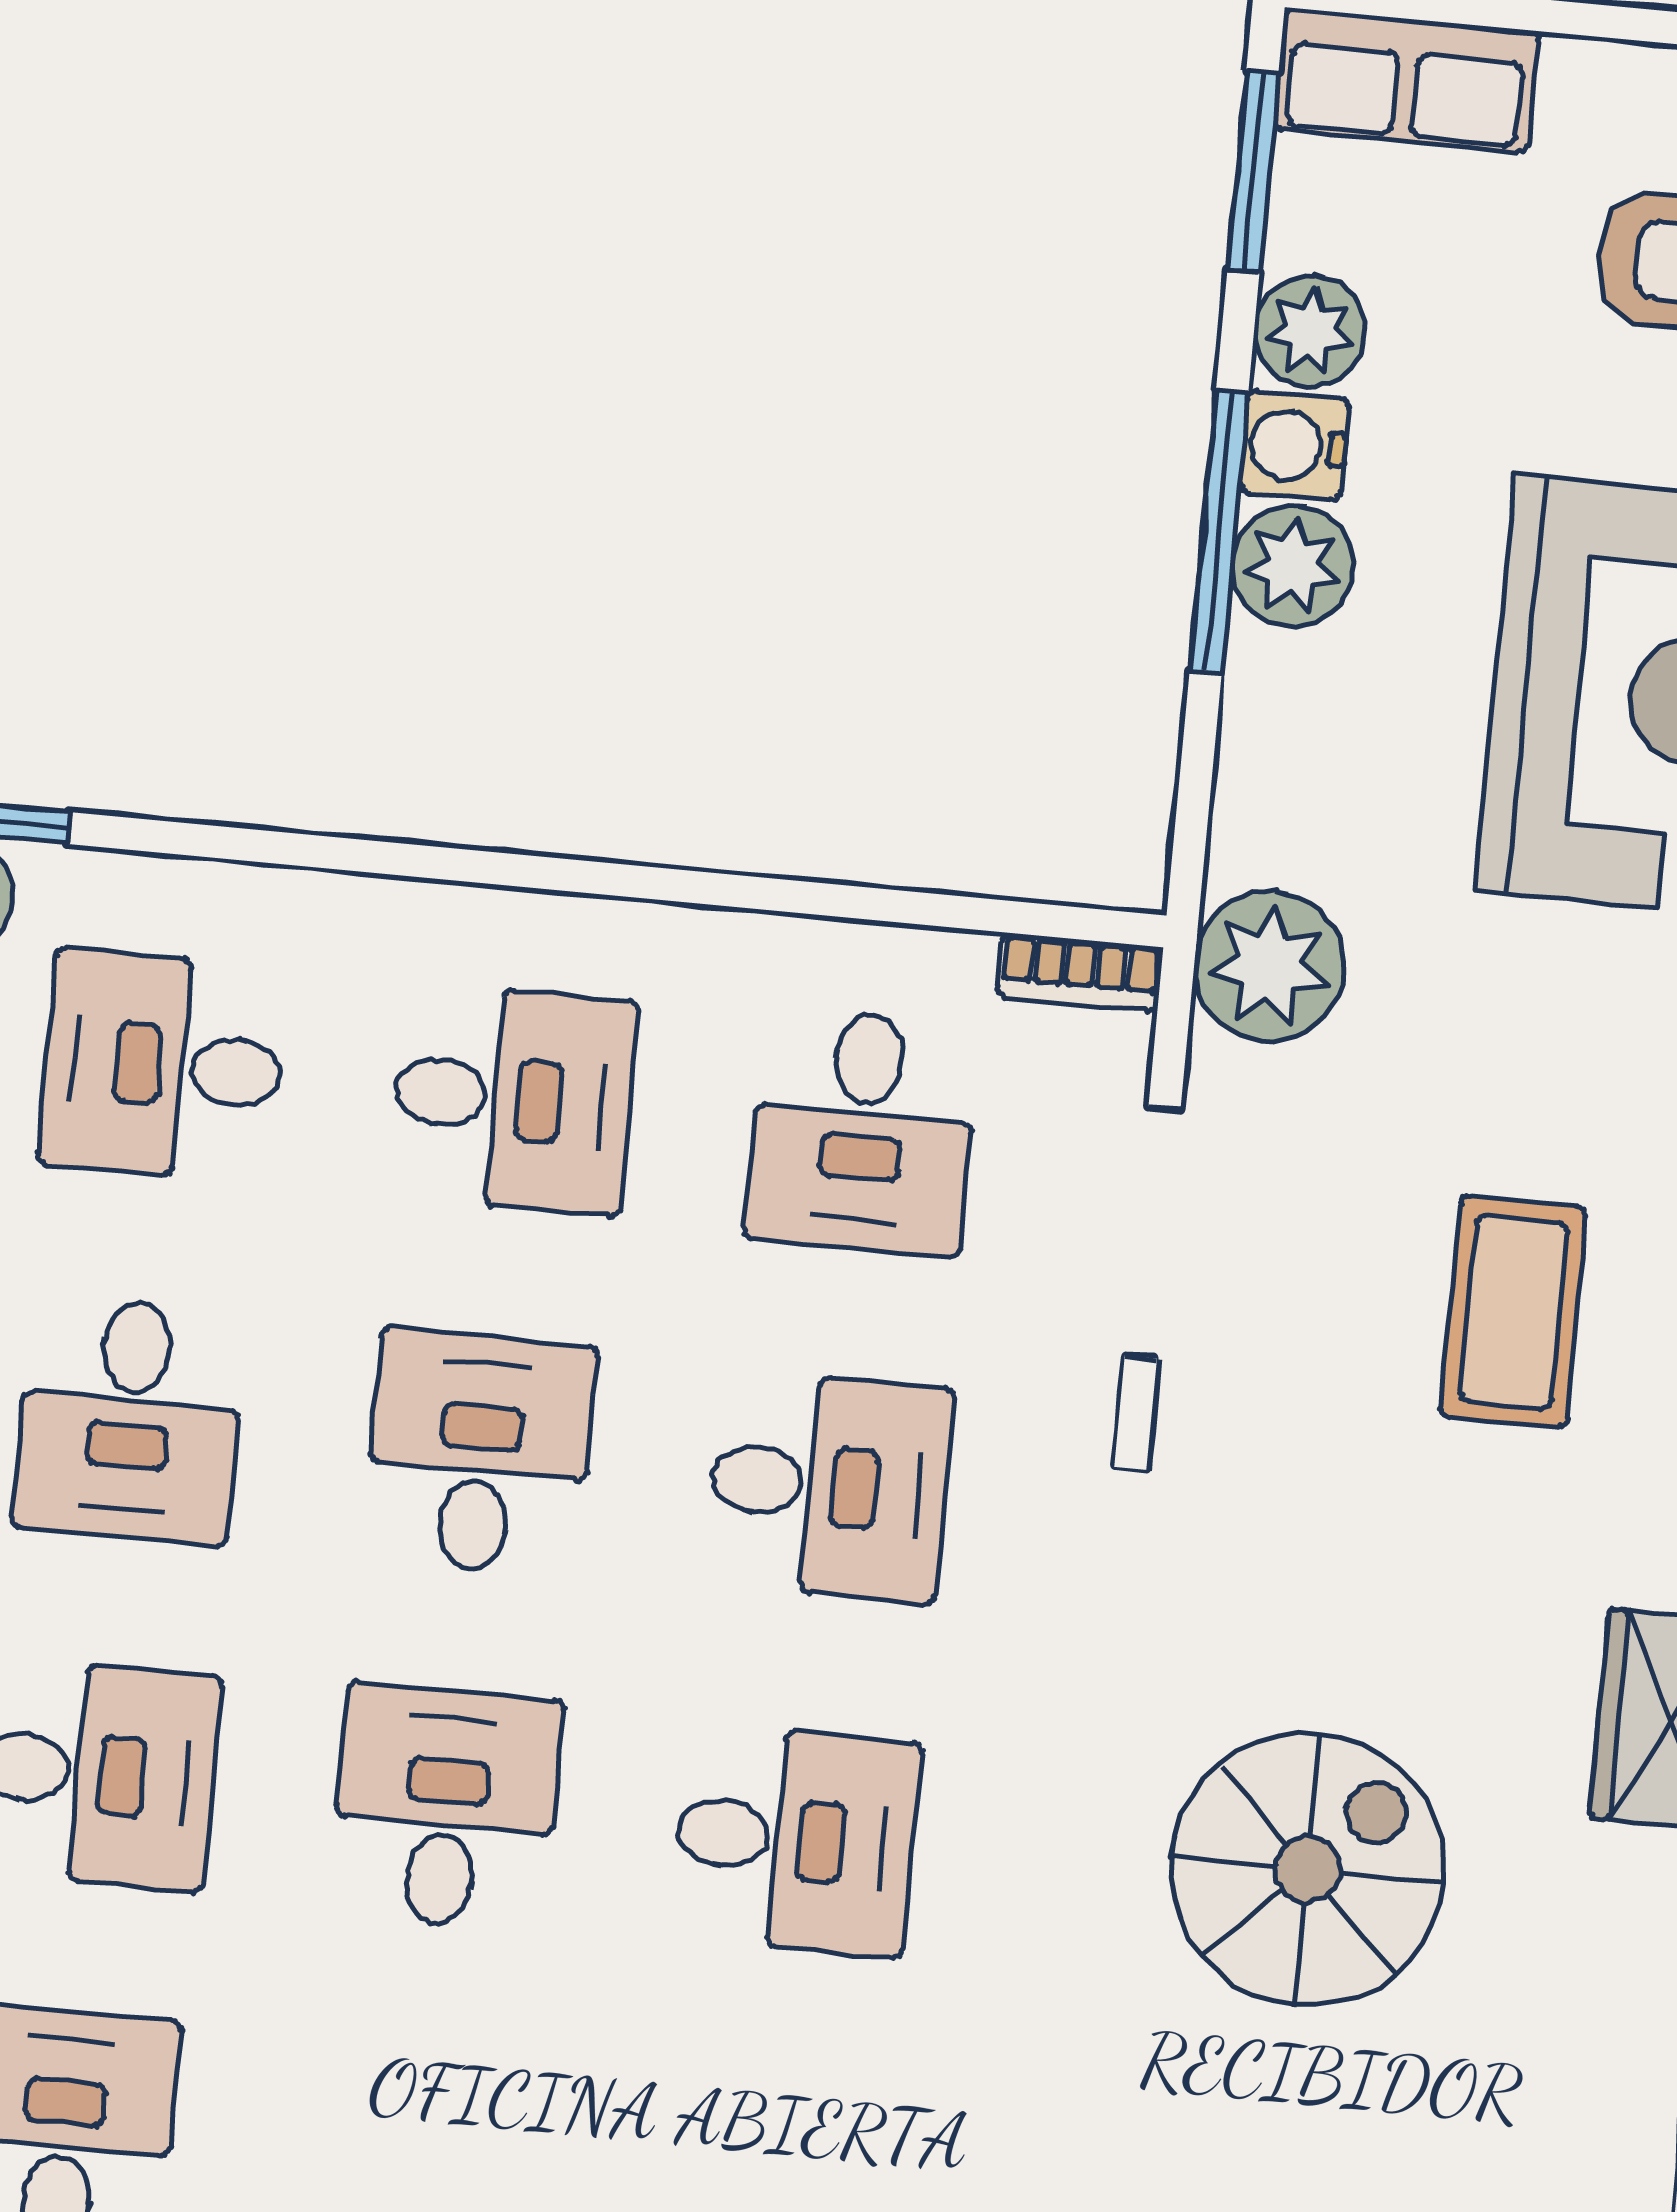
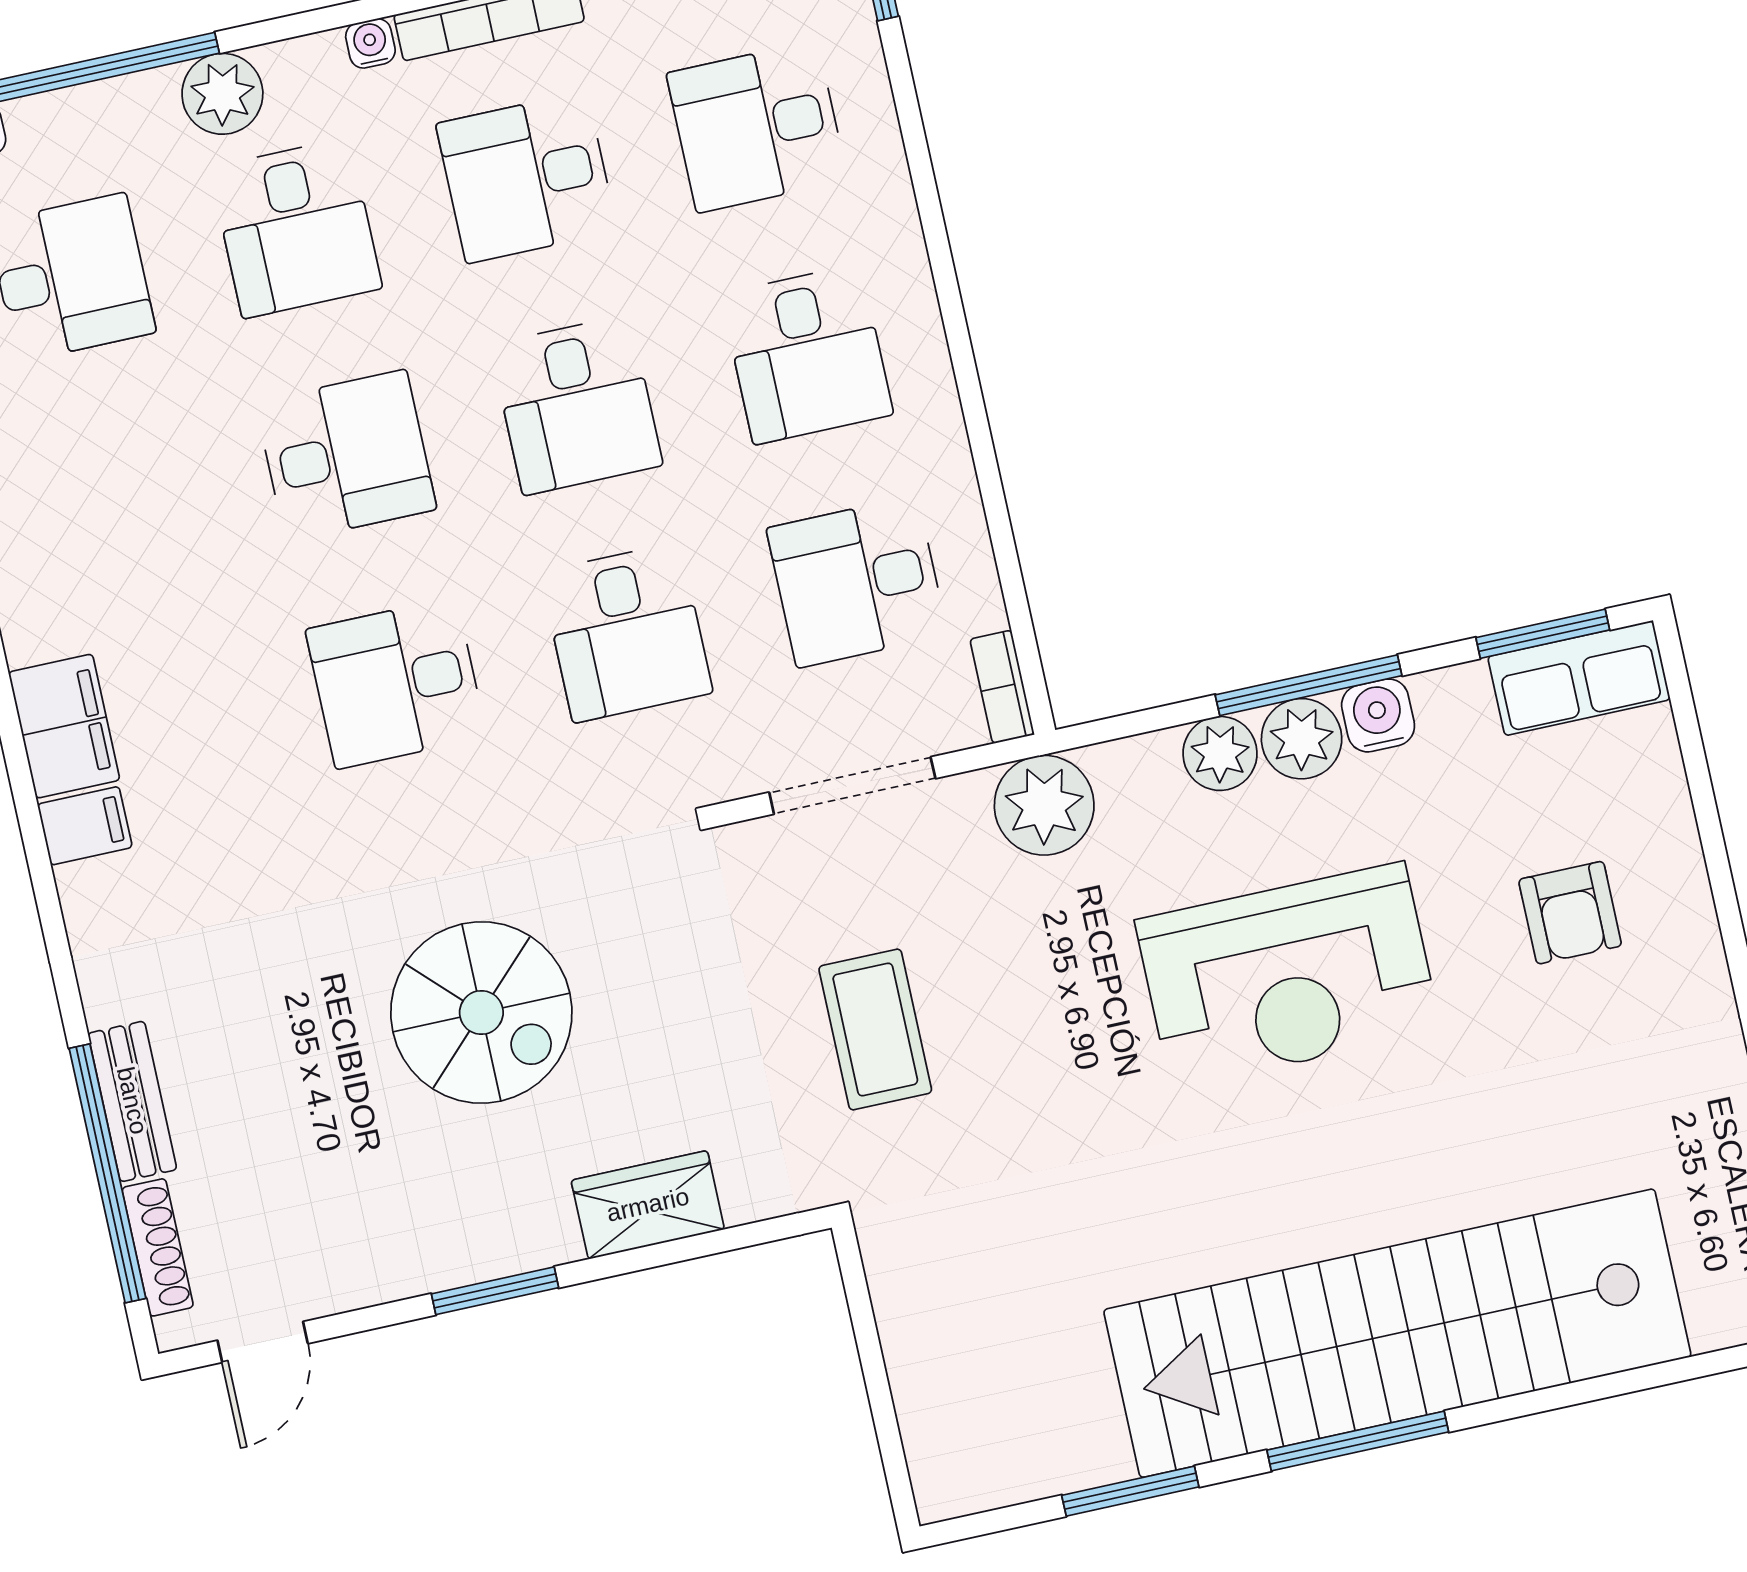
row of seats: (1406, 80) -> (1579, 678), moved, turned -90
plant: (1310, 331) -> (1220, 753), moved
desk: (163, 1066) -> (757, 127), turned -90
coffee table: (1513, 1312) -> (875, 1030), turned 90
desk: (479, 1453) -> (577, 405), turned 90
desk: (795, 1840) -> (396, 683), turned 90

